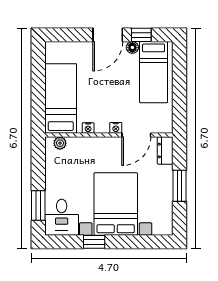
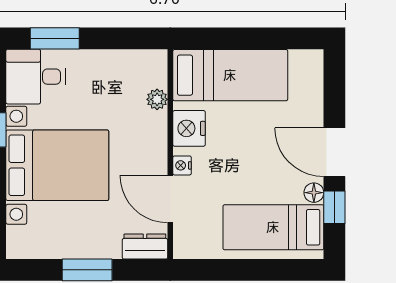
nightstand: (88, 128) -> (189, 128), width x1.89, depth x1.79
plant: (60, 143) -> (157, 99), moved

